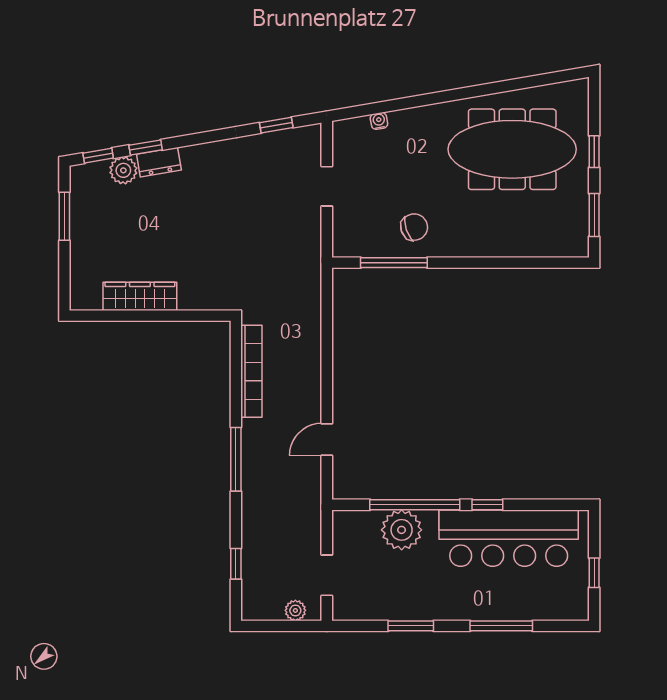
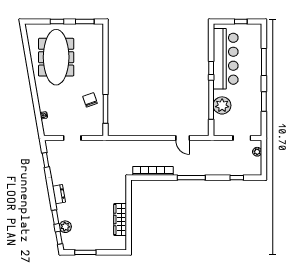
dresser: (159, 162) -> (59, 194), moved

